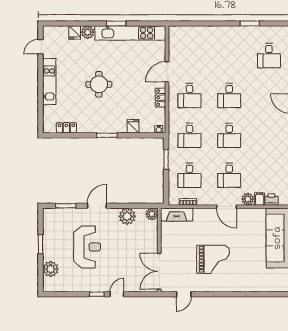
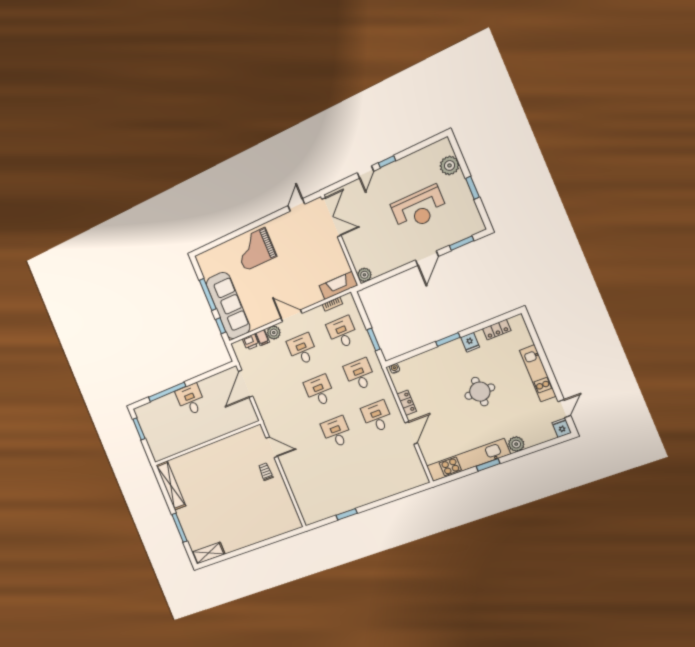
fridge: (75, 32) -> (562, 428), moved
desk: (269, 56) -> (314, 488), removed
fridge: (133, 126) -> (470, 342), moved
plant: (127, 216) -> (389, 261), removed
reception desk: (87, 247) -> (419, 208), turned -90
grand piano: (213, 259) -> (255, 249), moved

